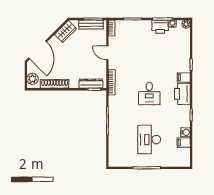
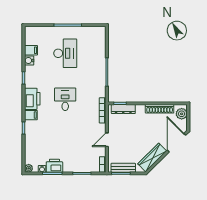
wardrobe: (65, 32) -> (152, 157), width x1.50
door: (107, 53) -> (107, 140), swing flipped

